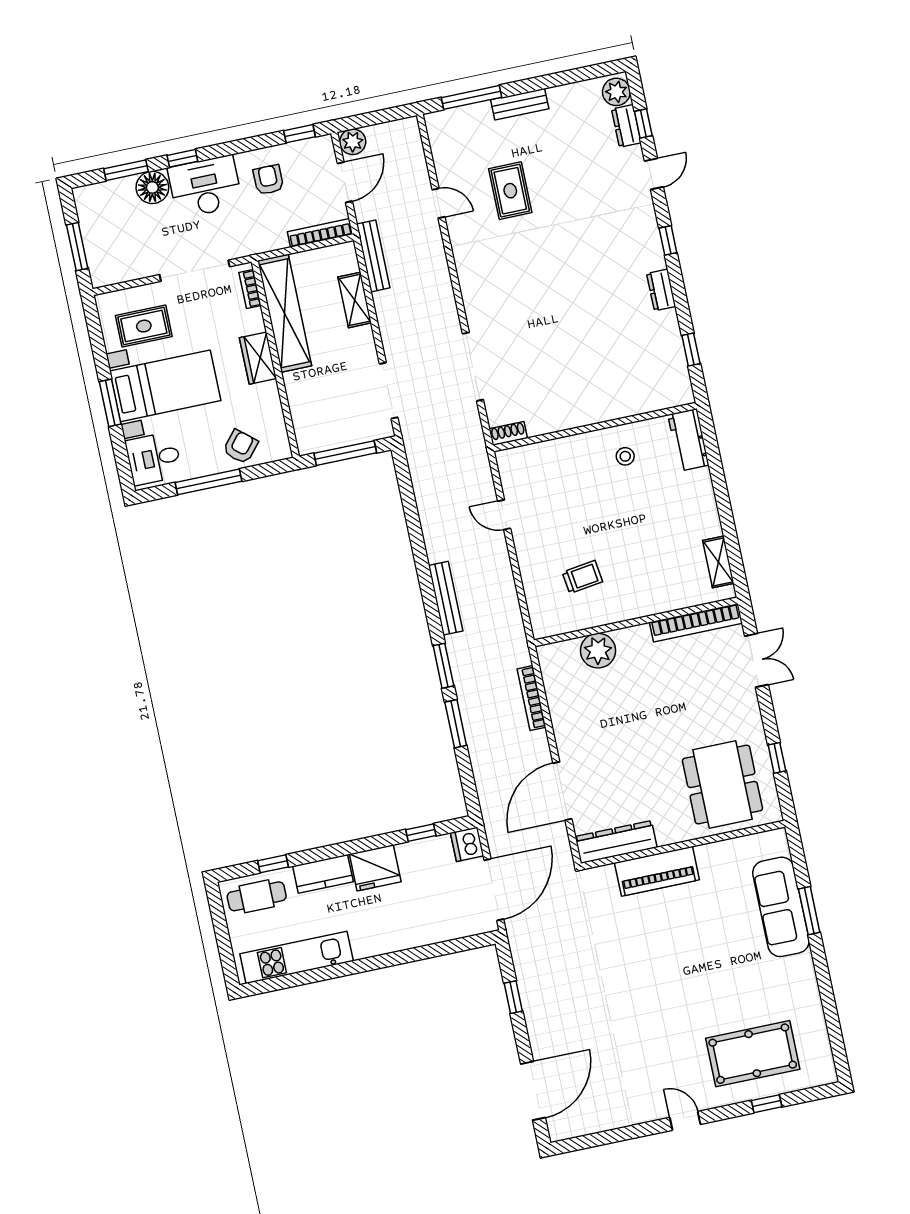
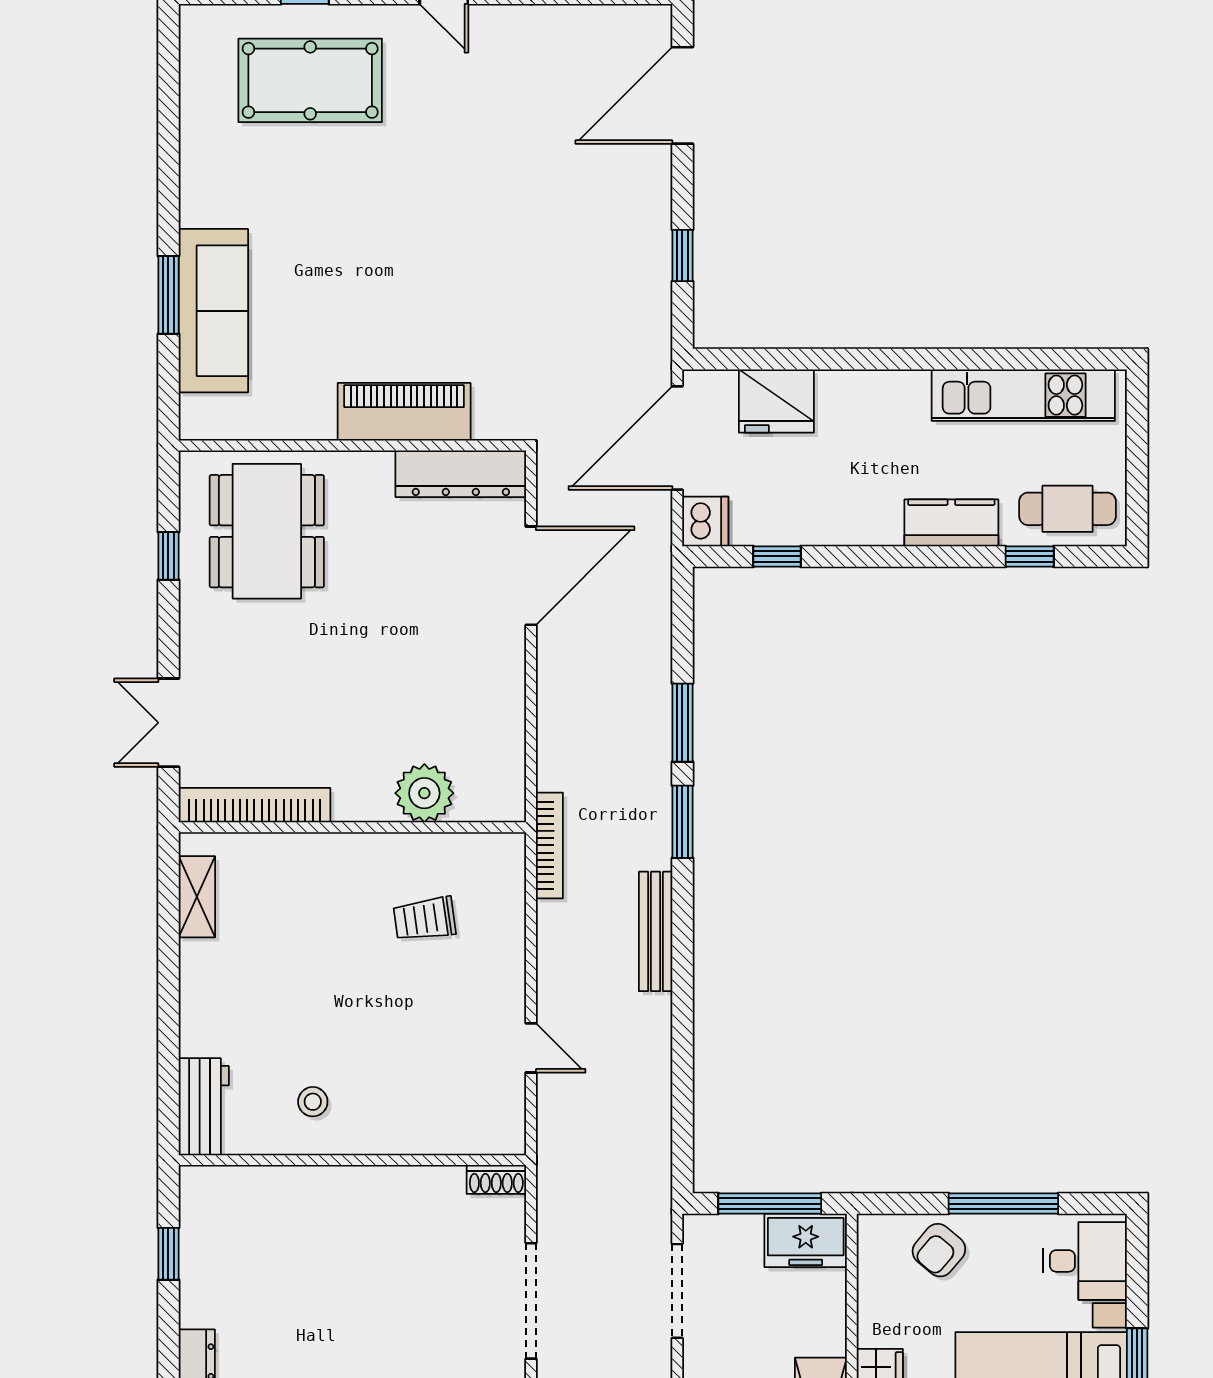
freezer: (320, 436) -> (806, 1240), added
bookcase: (532, 698) -> (549, 845), moved
fridge: (375, 868) -> (776, 401), moved, turned 180

